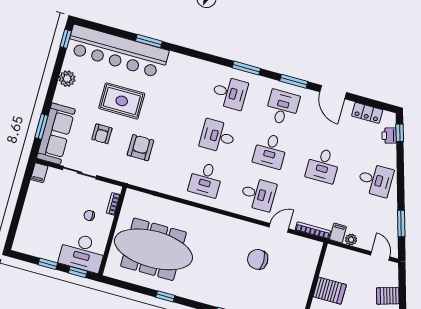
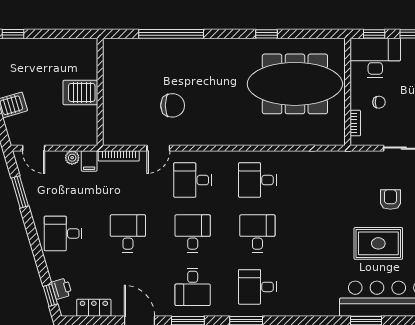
desk: (218, 136) -> (257, 233), turned -90
armchair: (140, 148) -> (342, 196), removed
desk: (206, 180) -> (257, 180), turned -90

